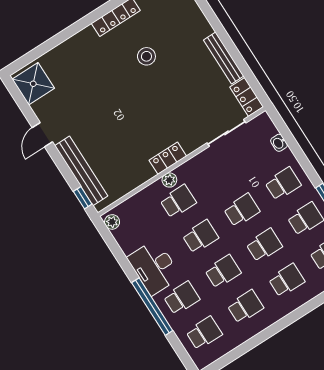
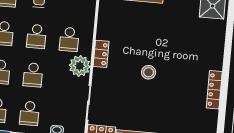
stool: (146, 56) -> (149, 72), moved
plant: (169, 180) -> (80, 66), moved, width x1.88, depth x1.88

